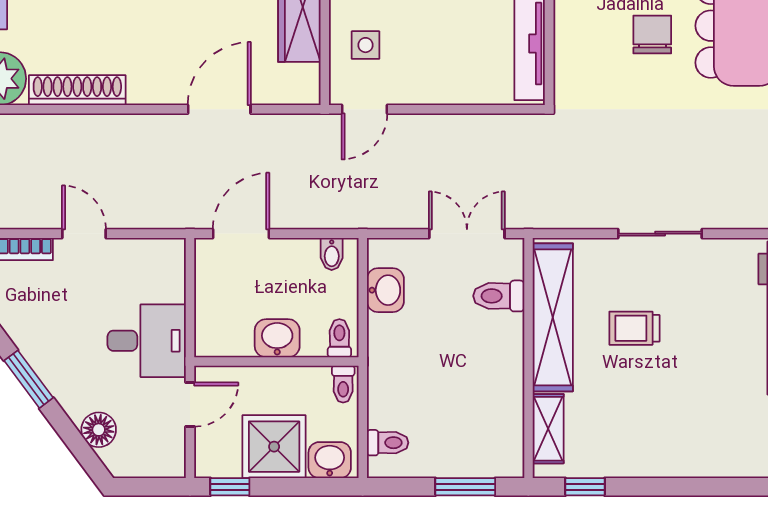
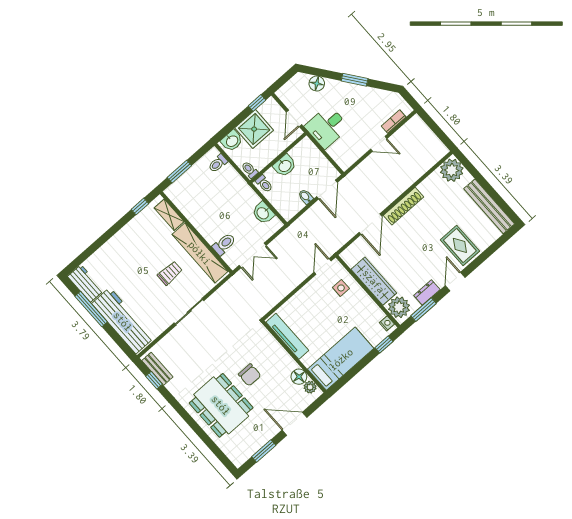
shoe rack: (77, 90) -> (403, 206), moved
bidet: (332, 254) -> (306, 197), moved

